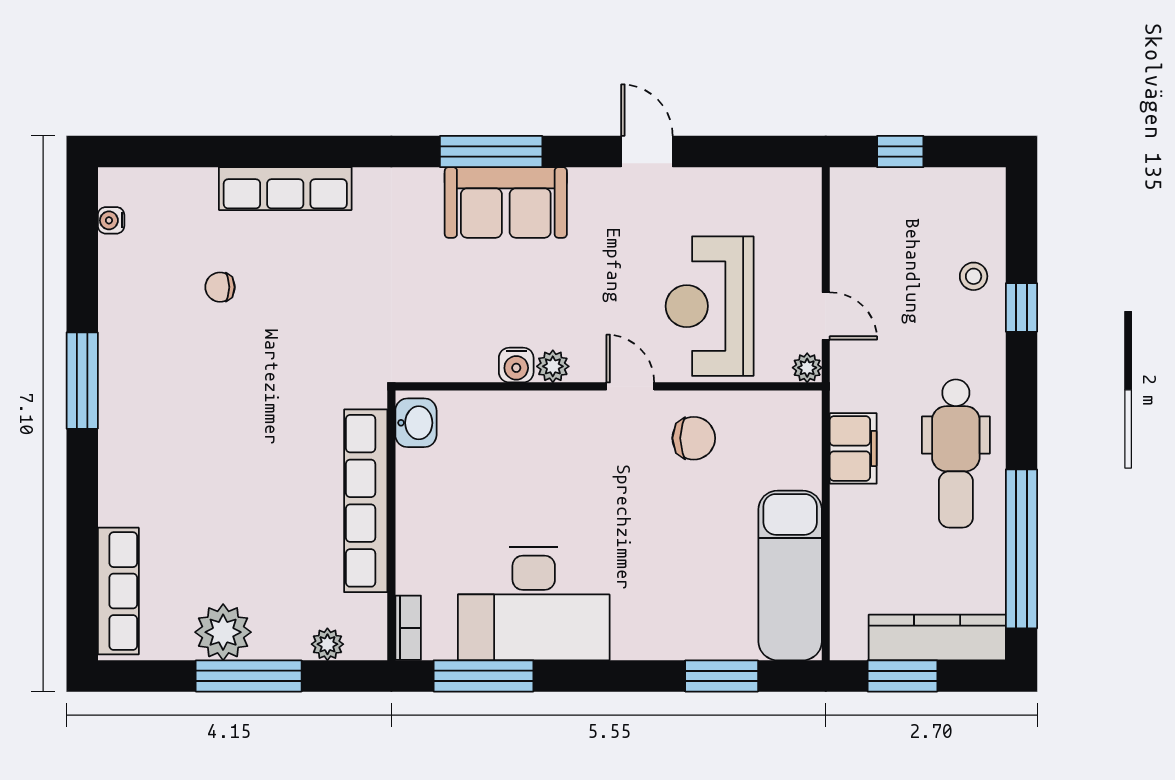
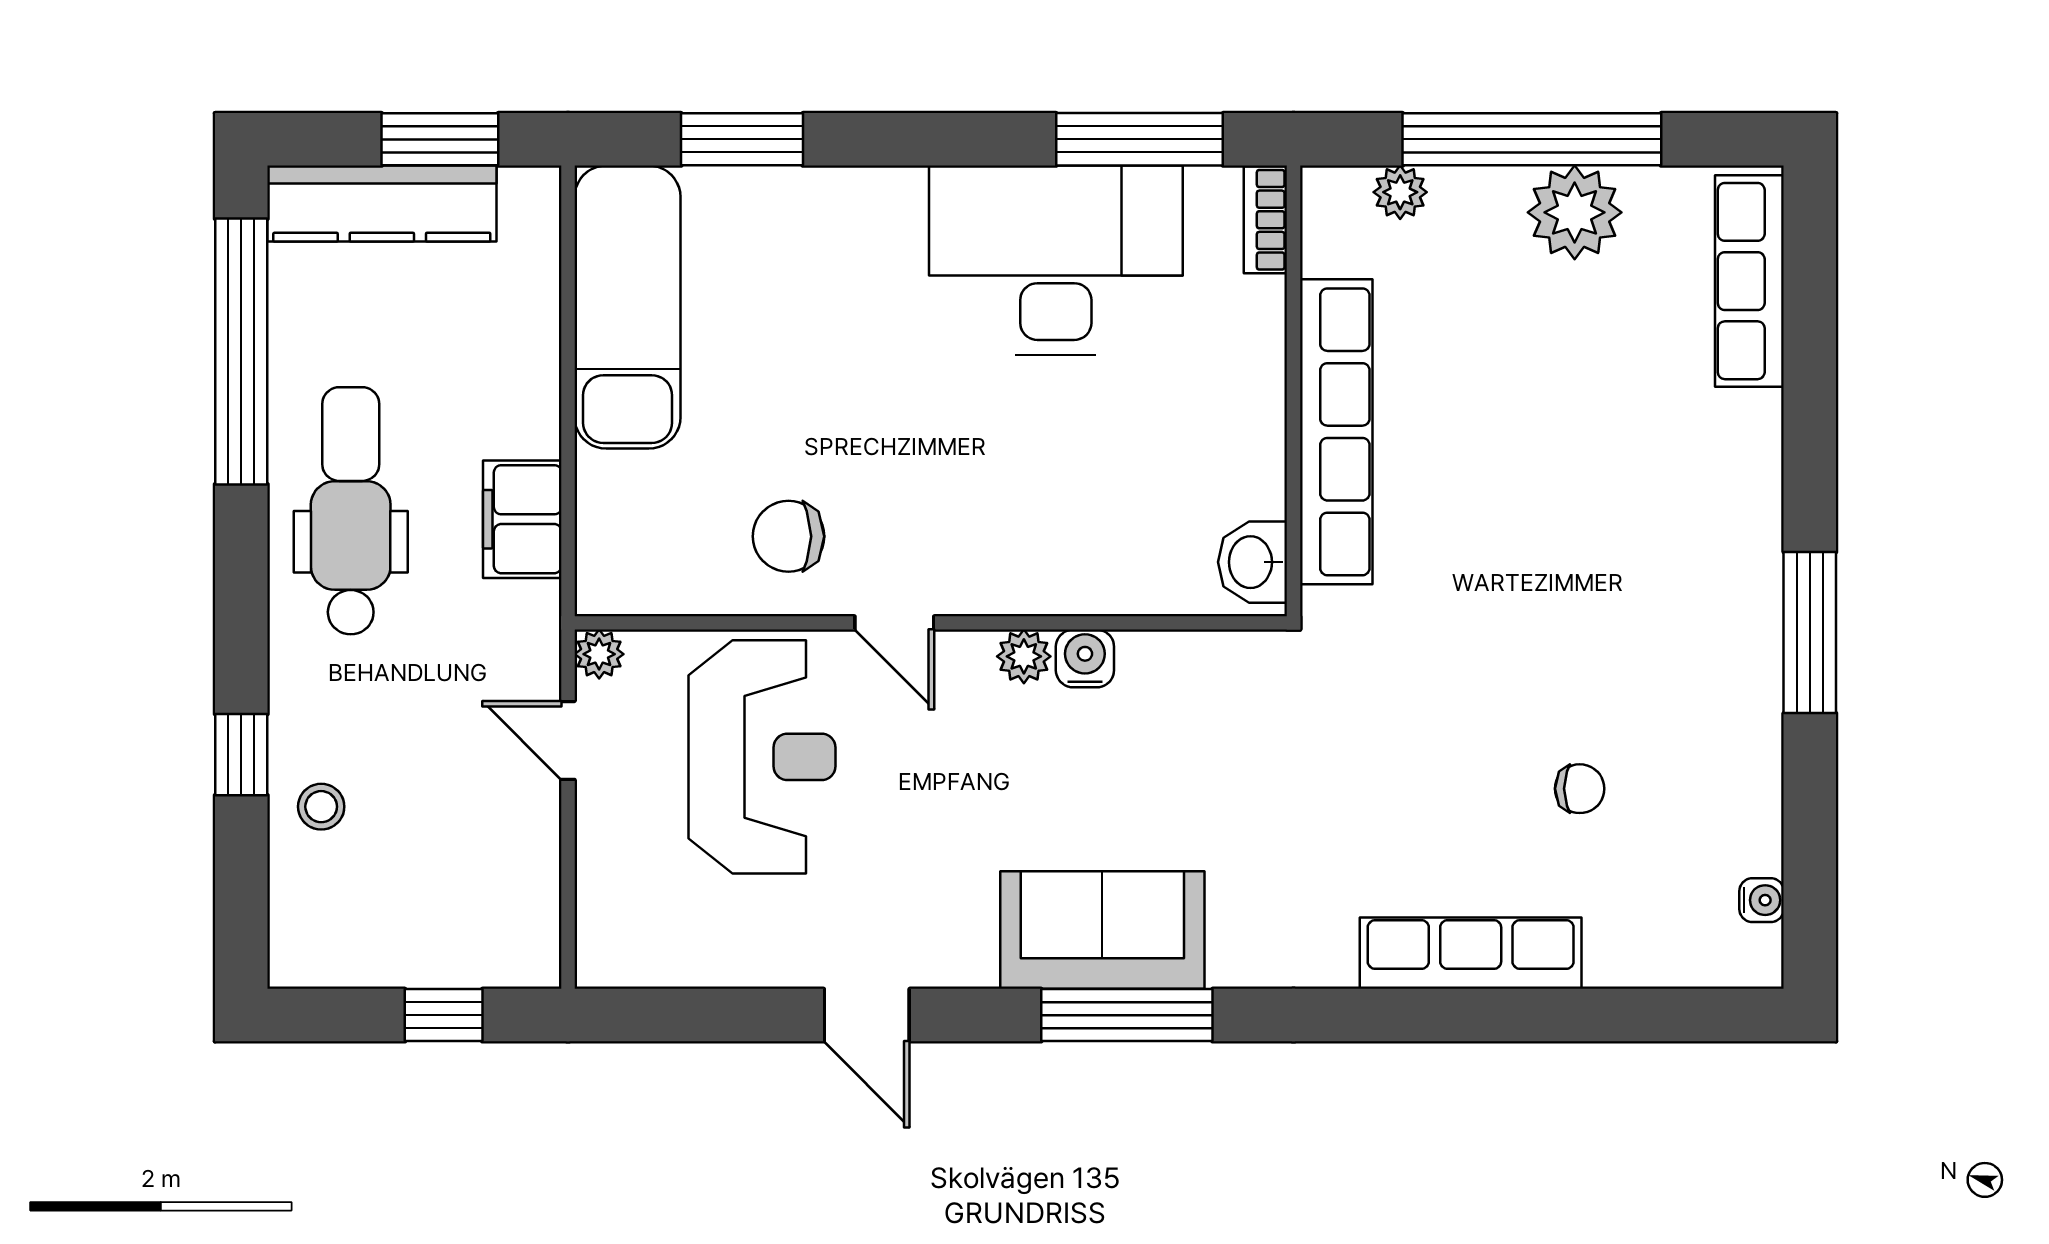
window: (249, 676) -> (1532, 139), width x1.46

